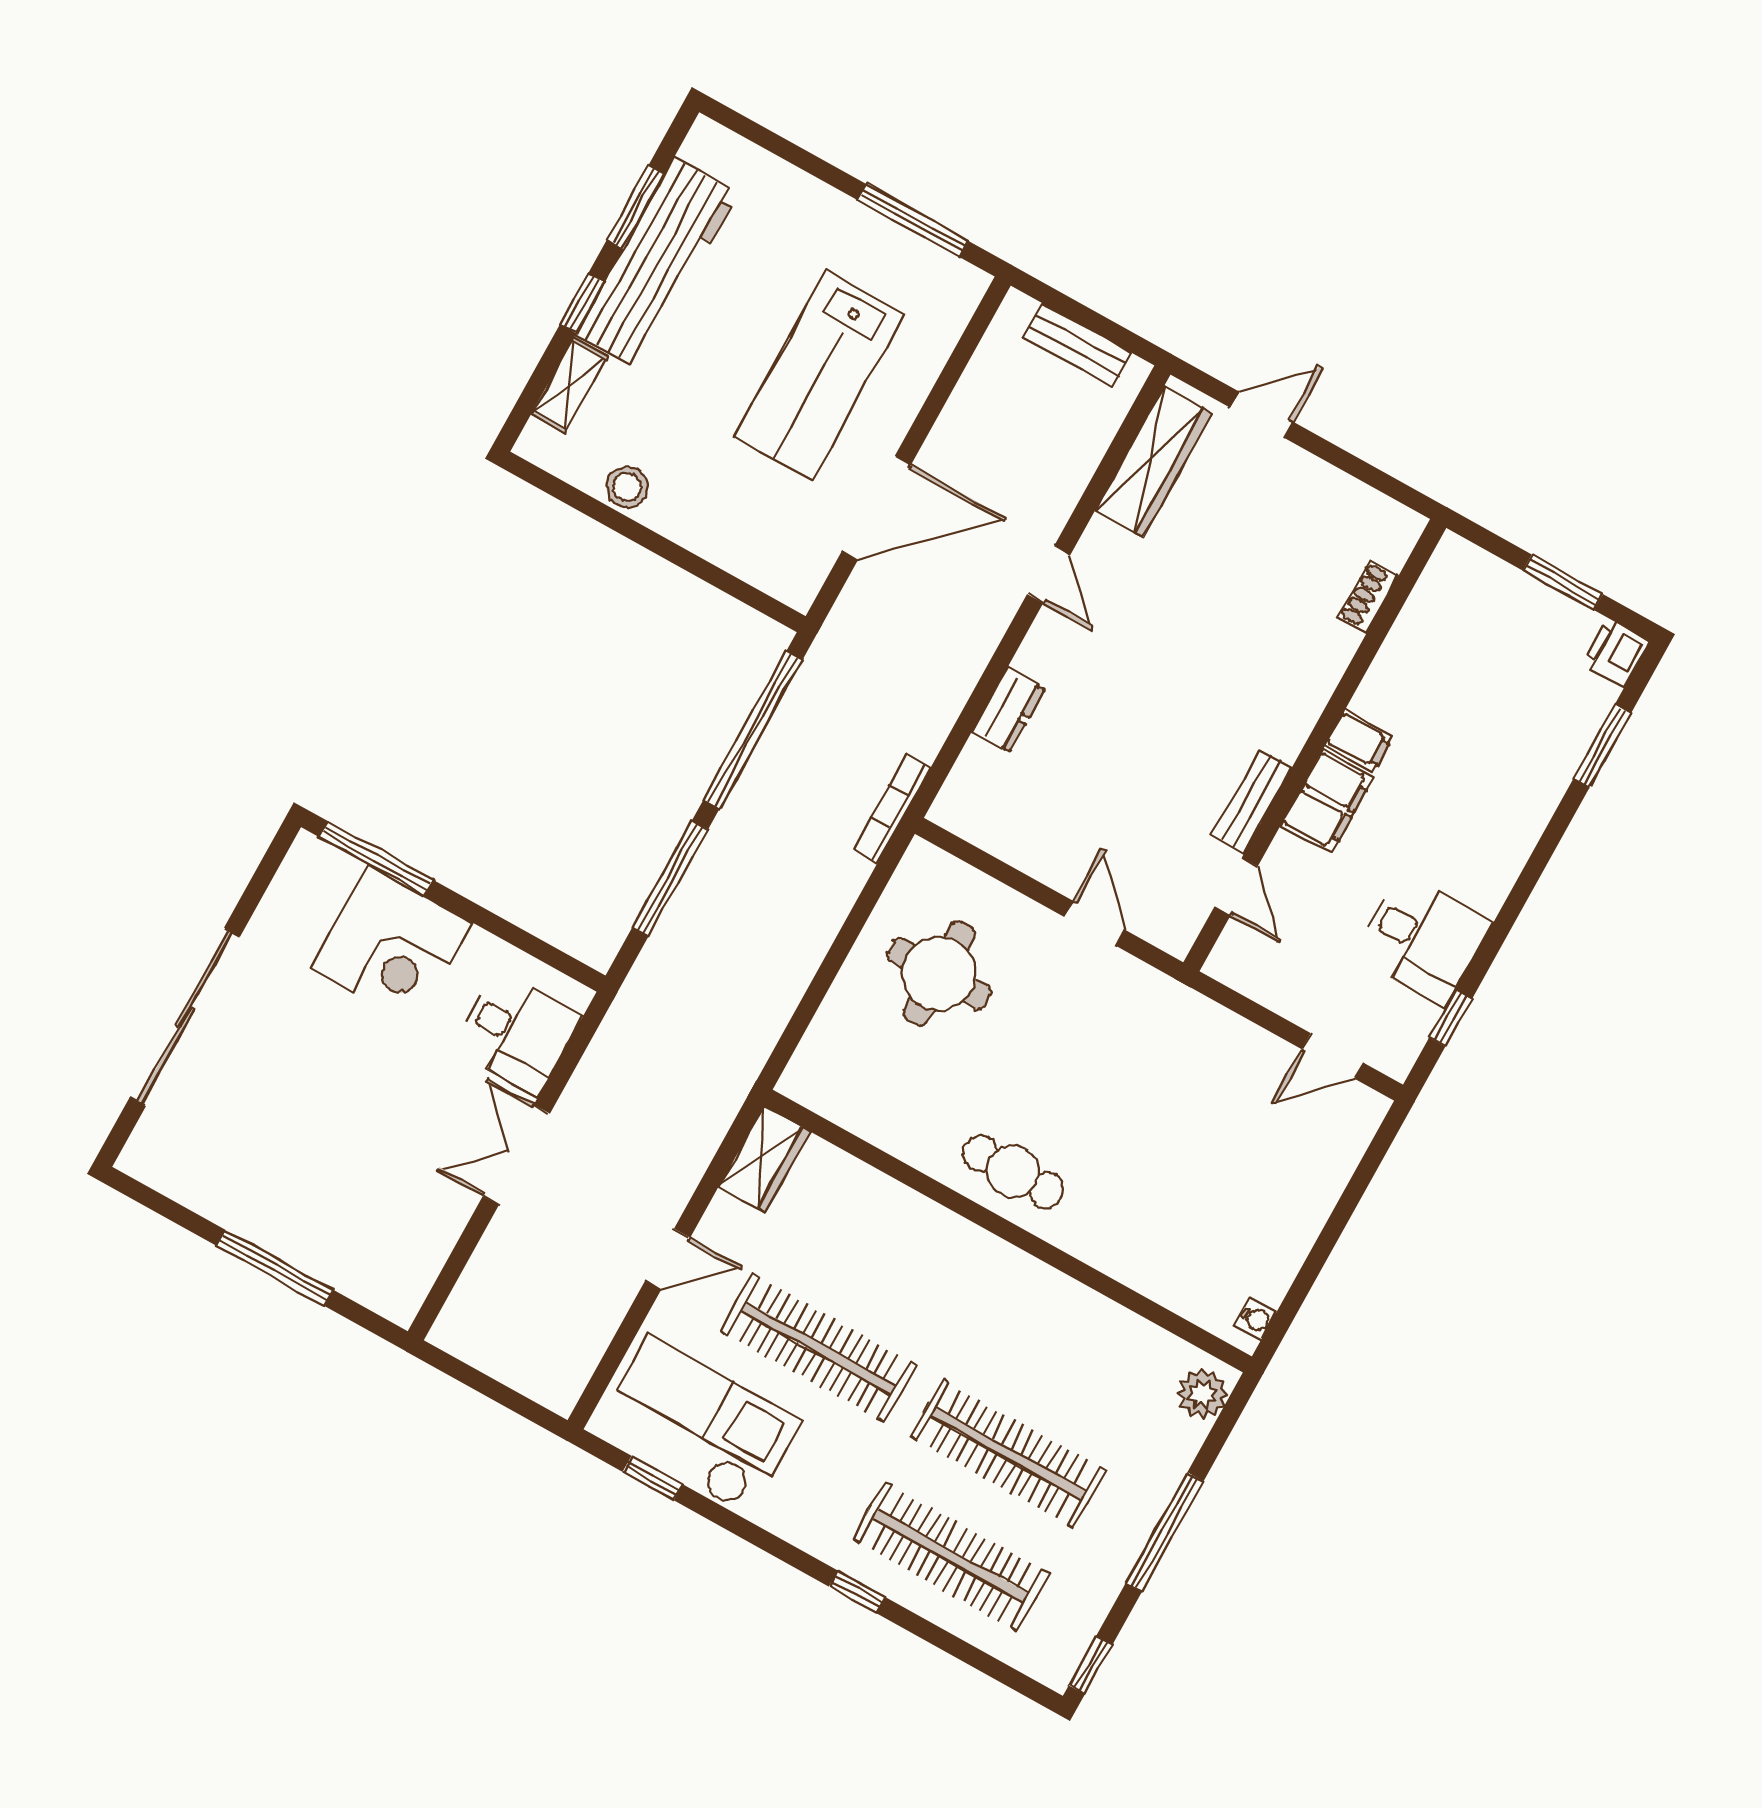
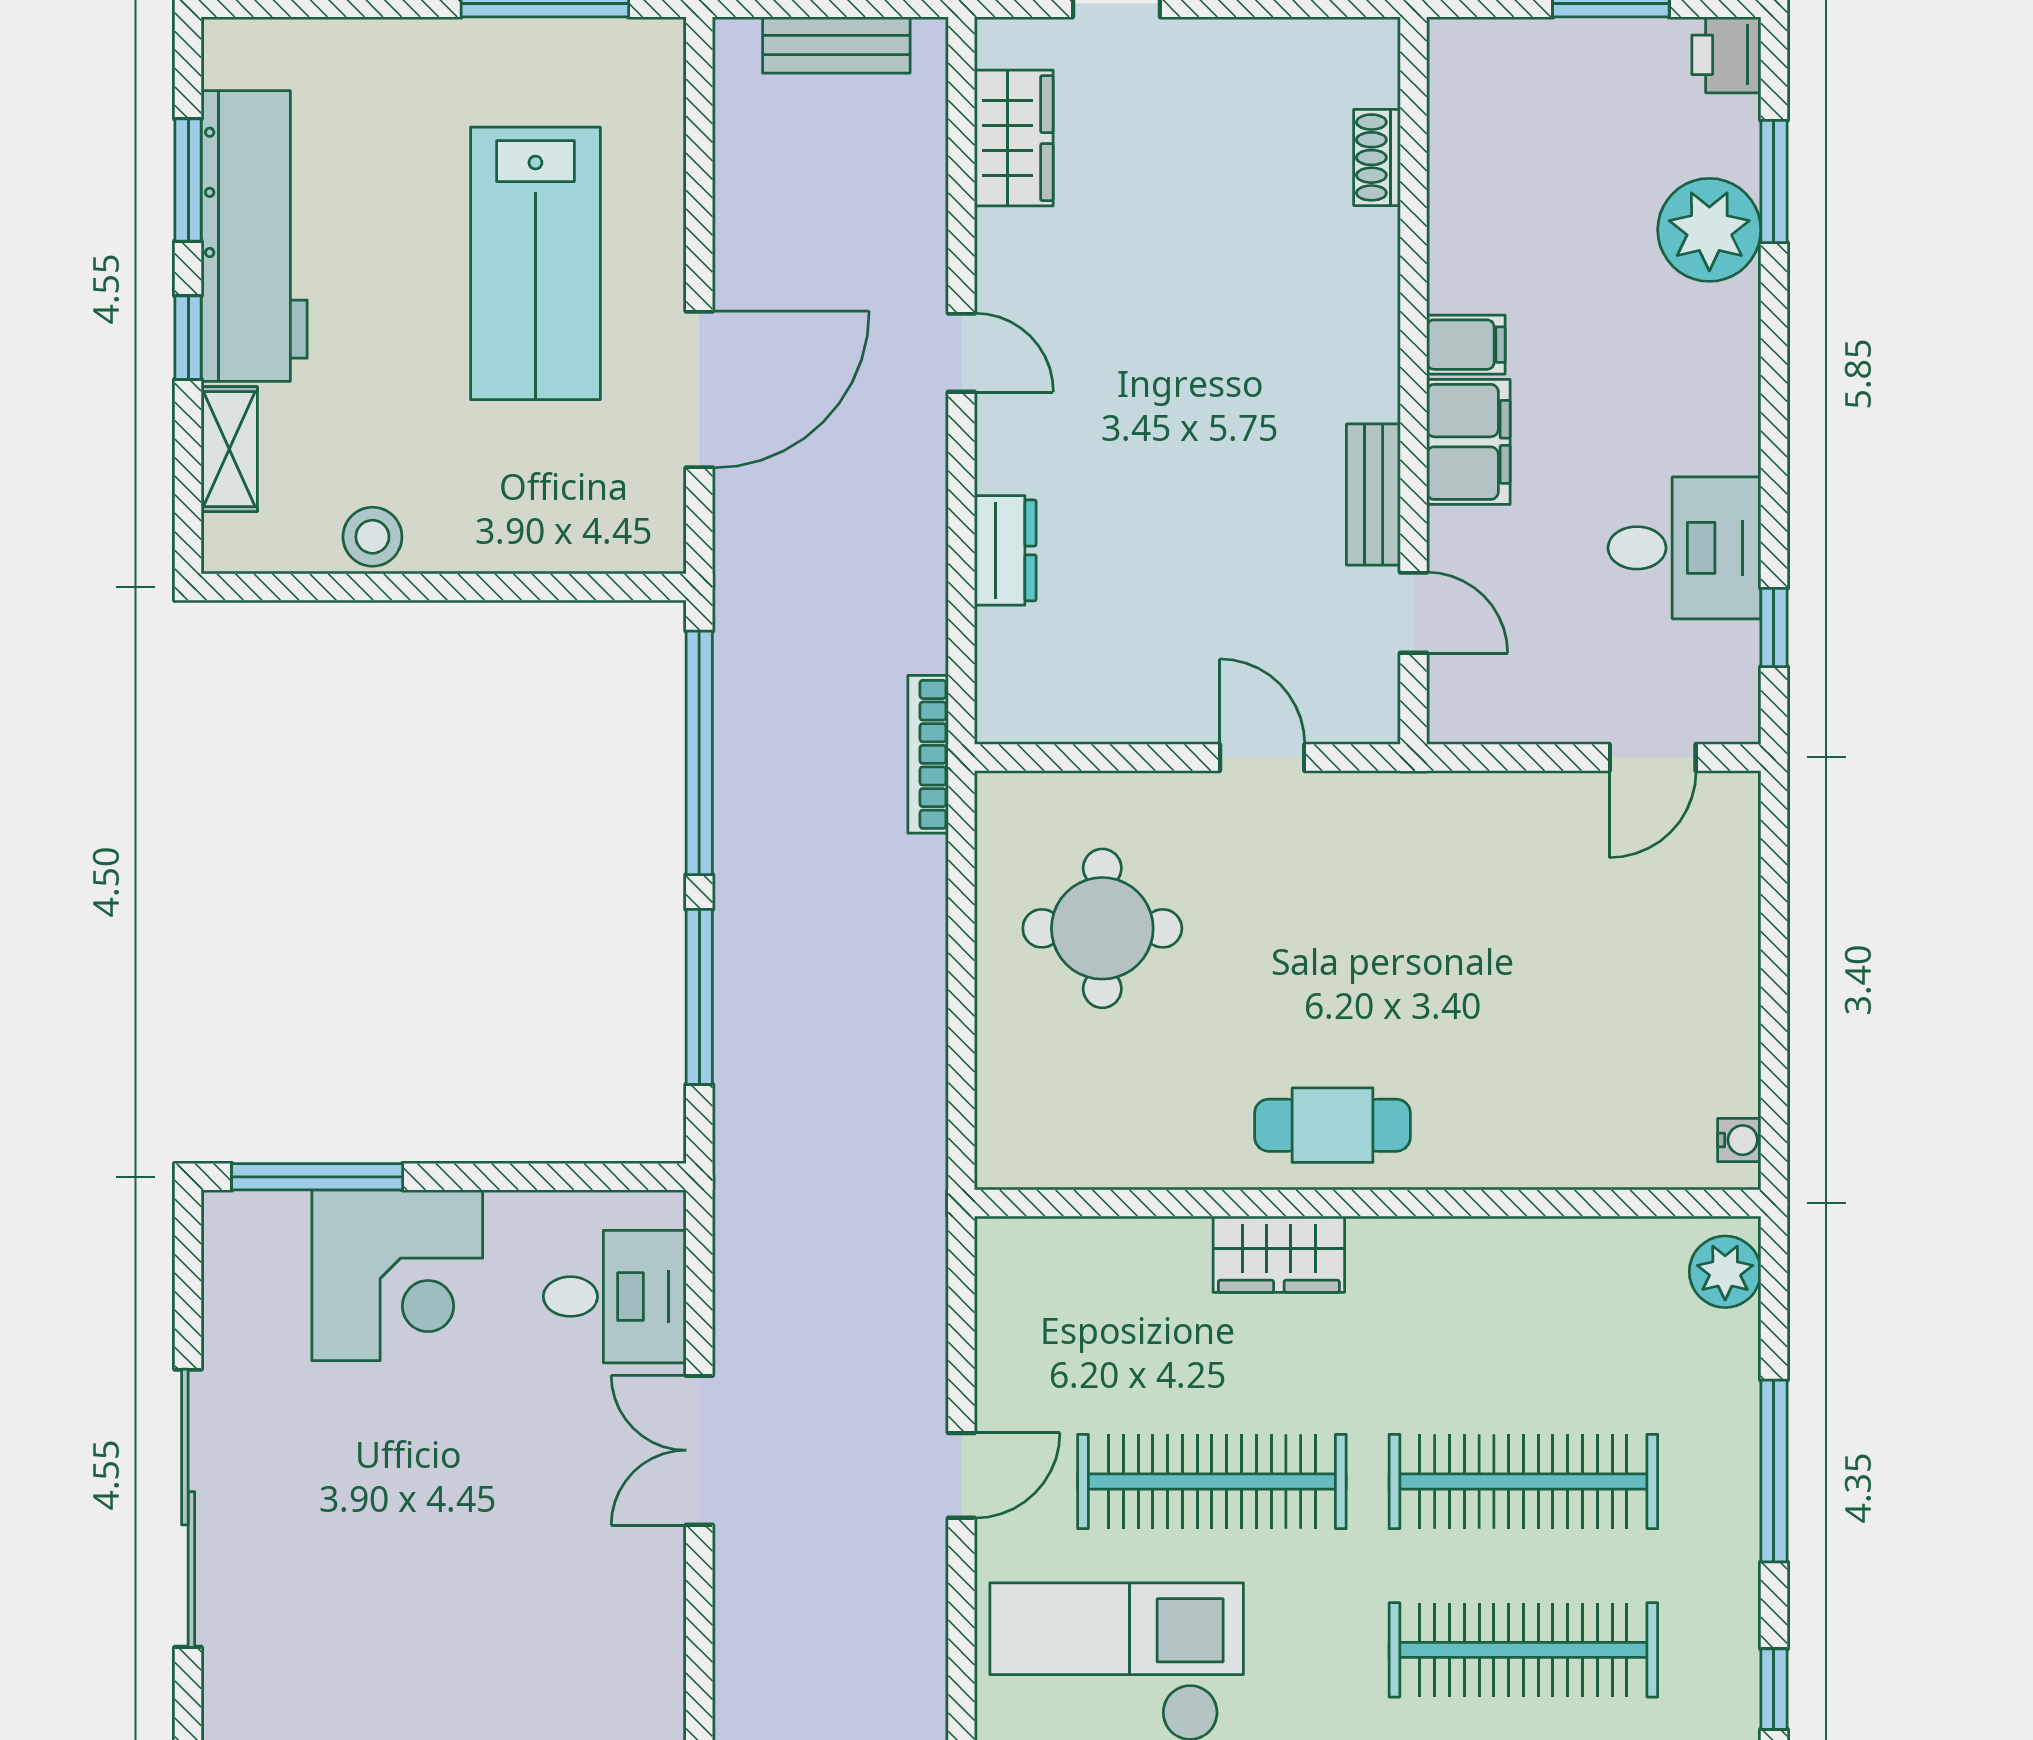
wardrobe: (1153, 462) -> (1014, 138), width x0.67
plant: (1546, 754) -> (1709, 230), added
wardrobe: (765, 1159) -> (1279, 1254), moved, turned 90

